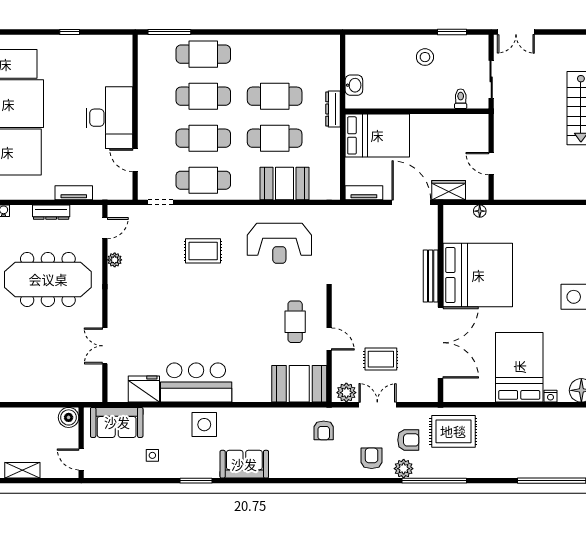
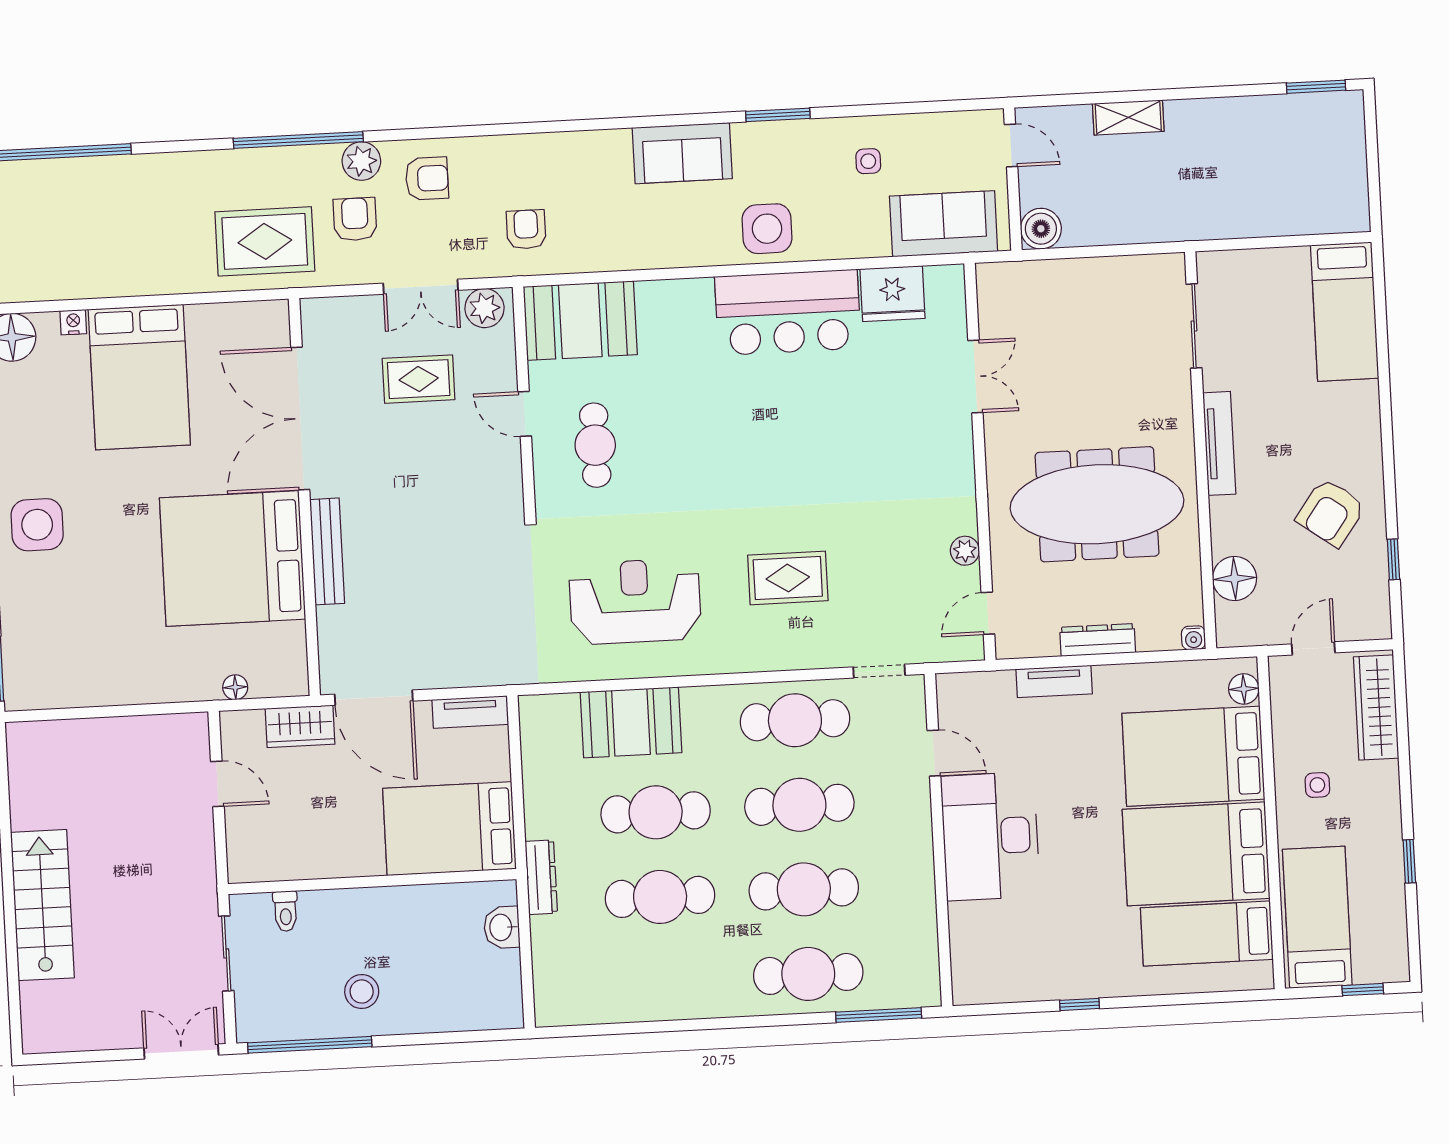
window: (452, 32) -> (310, 1045), width x2.11
armchair: (408, 440) -> (355, 219), turned 90
armchair: (372, 458) -> (427, 178), turned -90

